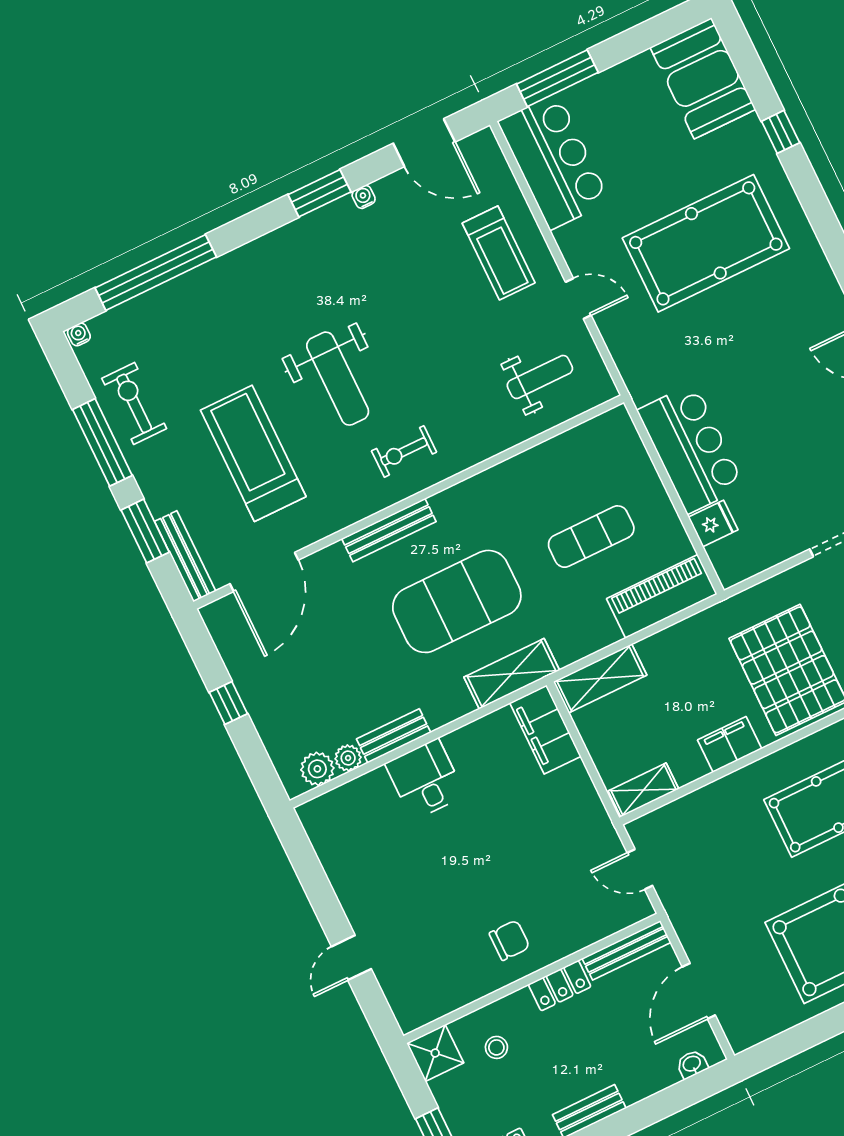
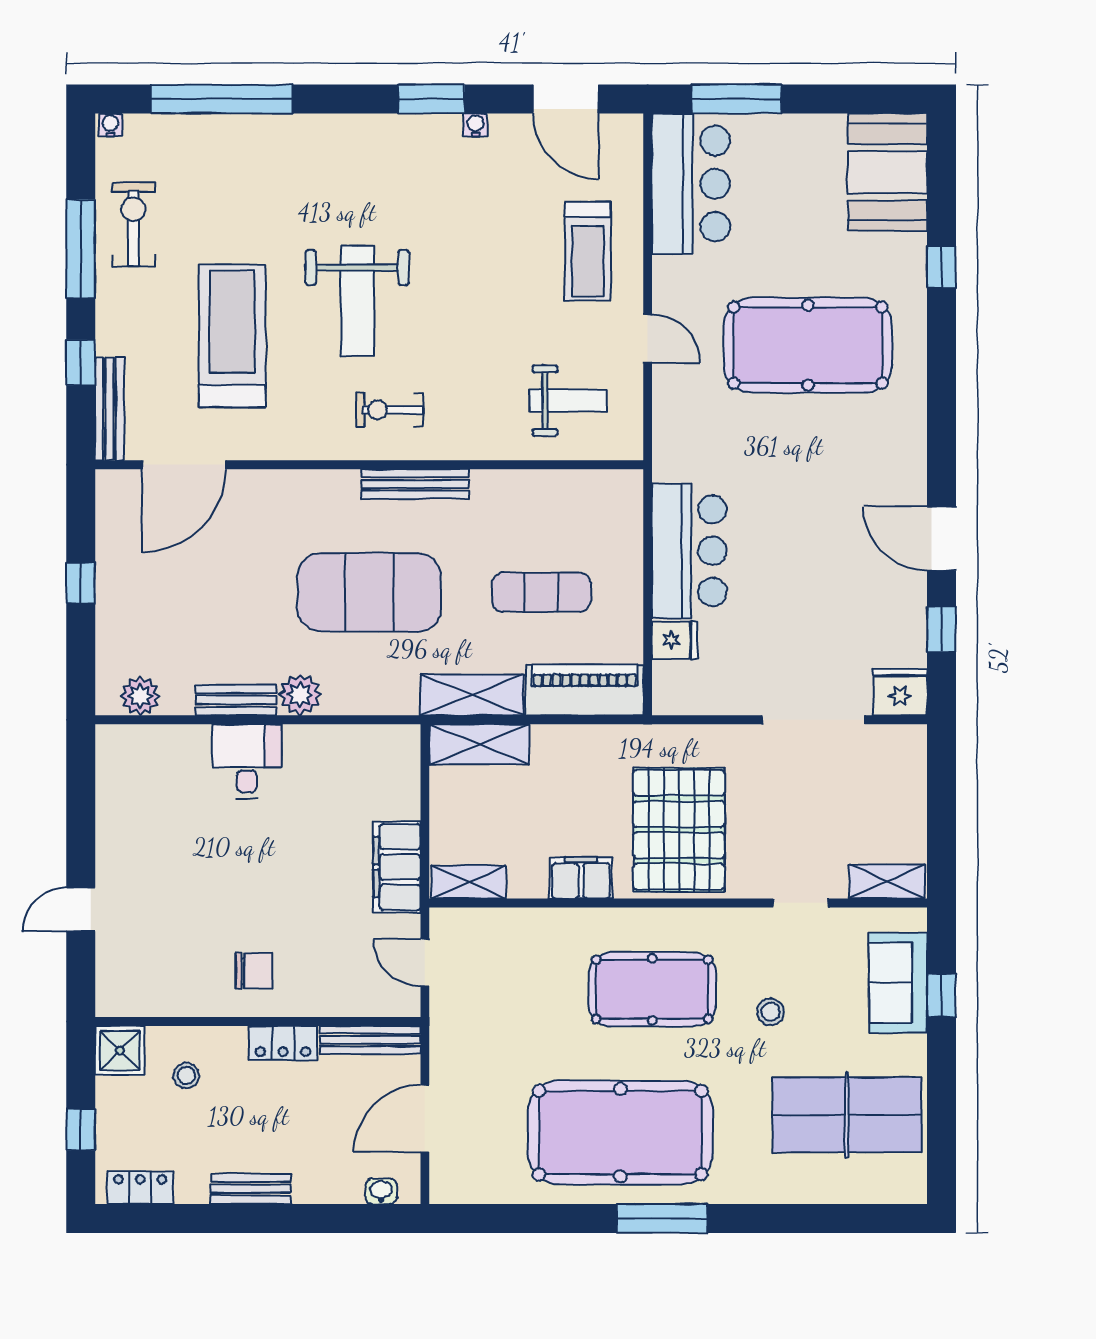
bench: (389, 530) -> (415, 484), moved
window: (145, 531) -> (81, 362), width x0.67
shelving: (512, 674) -> (472, 695), moved
filing cabinet: (545, 730) -> (397, 867), moved
plant: (348, 758) -> (300, 695), moved, width x1.38, depth x1.38

